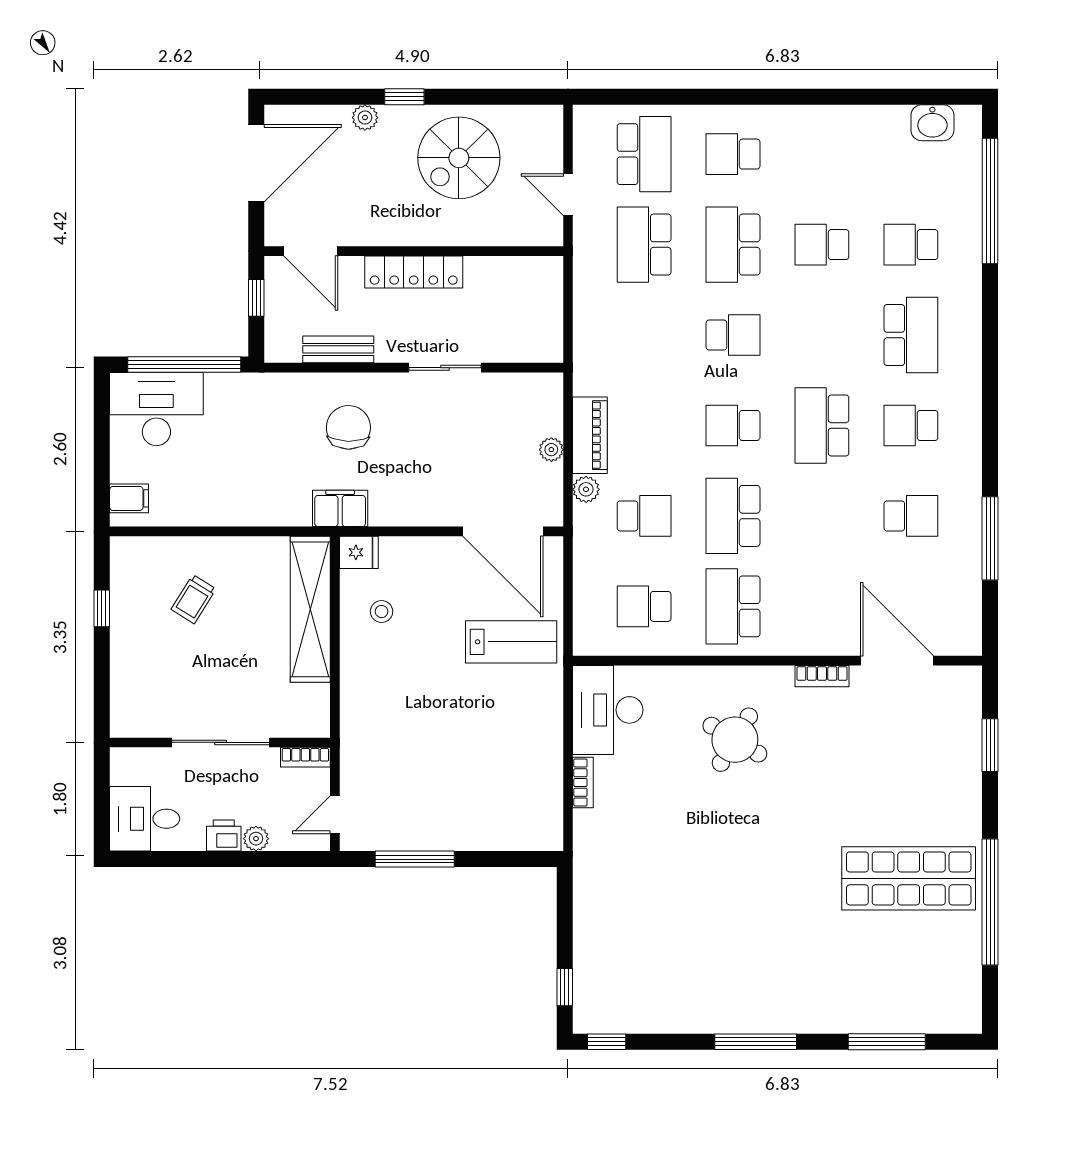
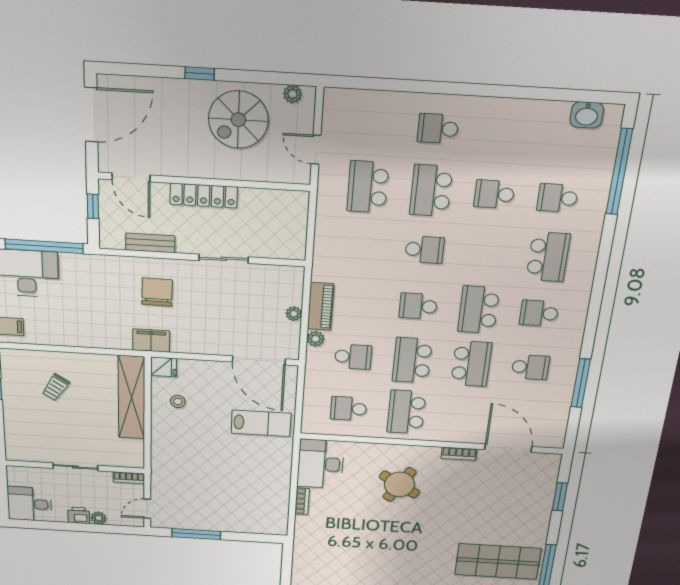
plant: (365, 118) -> (292, 94), moved
school desk: (644, 154) -> (471, 364), moved
sliding door: (221, 742) -> (75, 467), width x0.73

